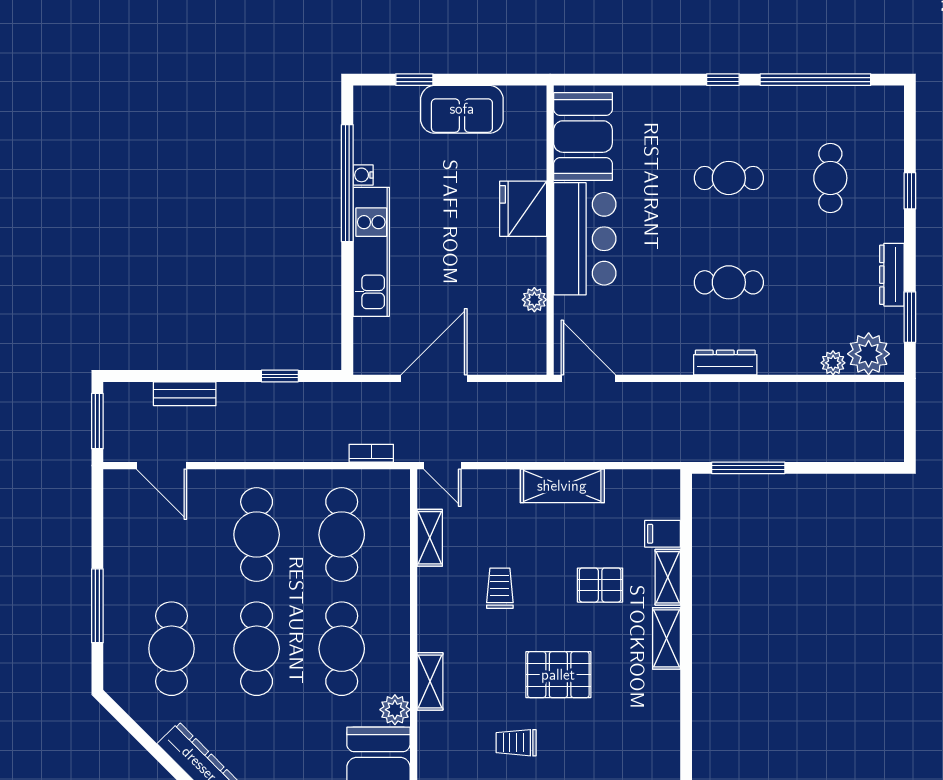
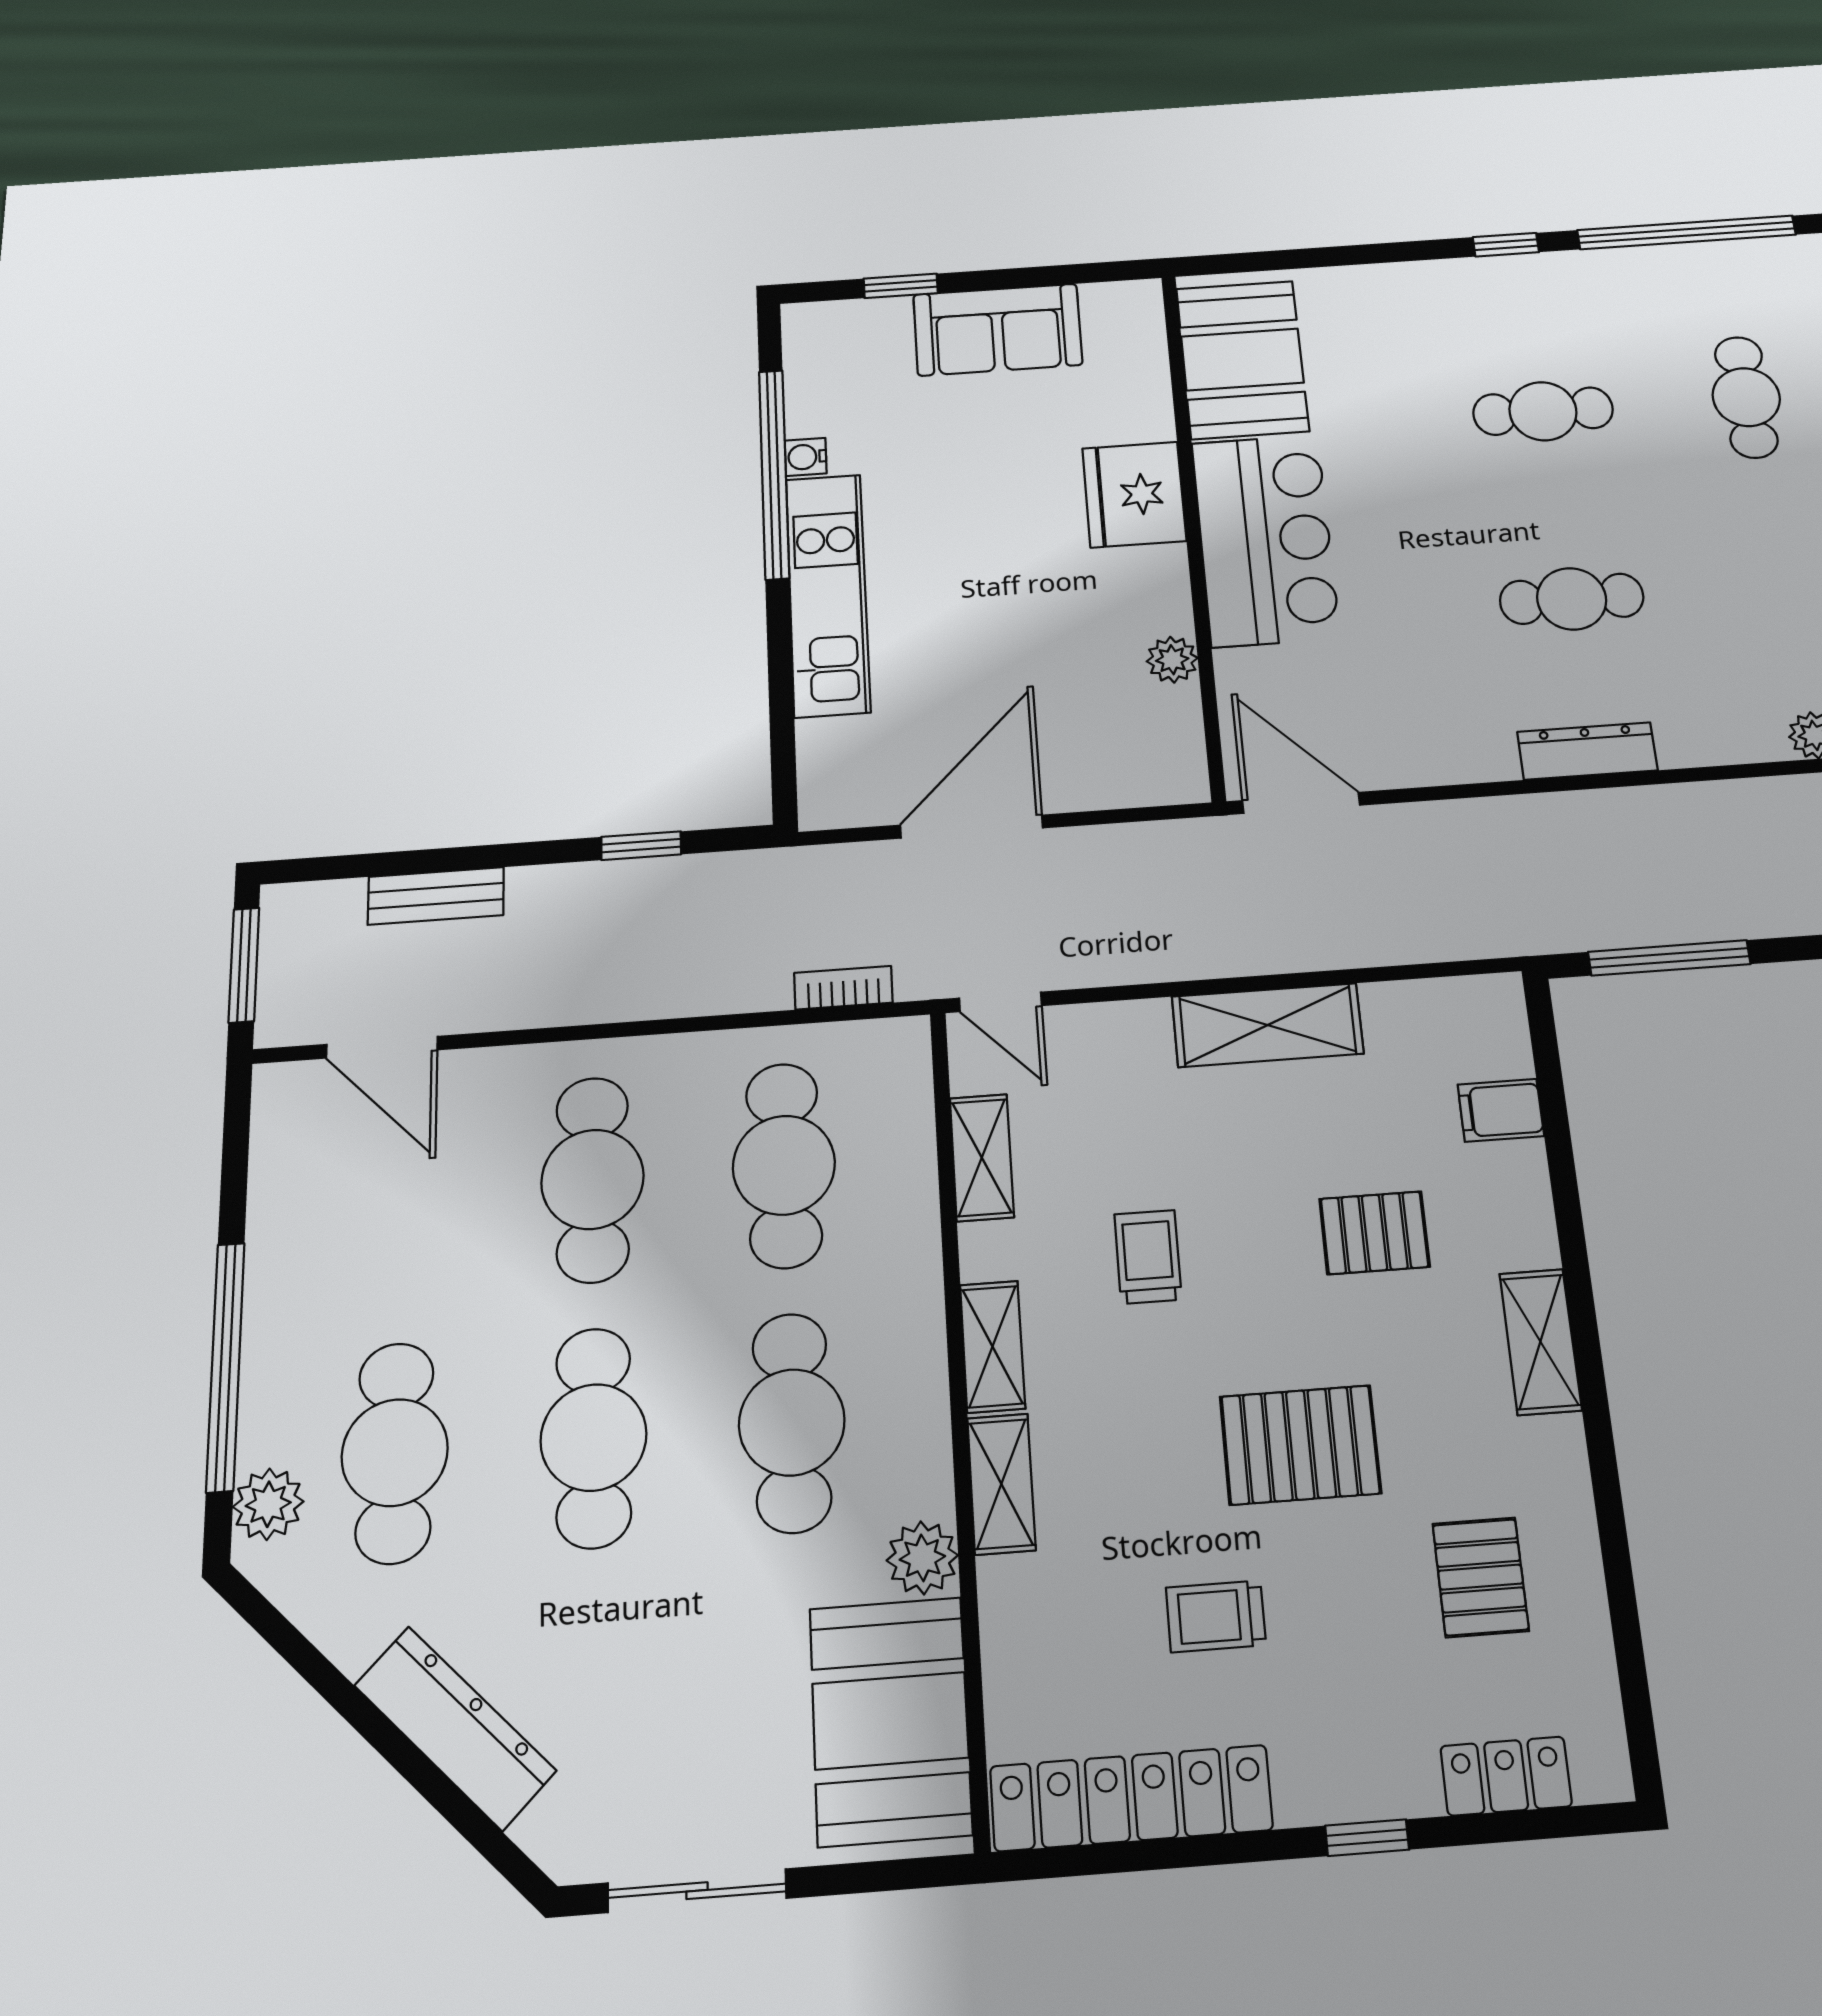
shelving: (668, 577) -> (992, 1346), moved
window: (97, 606) -> (225, 1366), width x1.46
plant: (118, 666) -> (268, 1504), added
pallet: (628, 735) -> (1481, 1577), added

